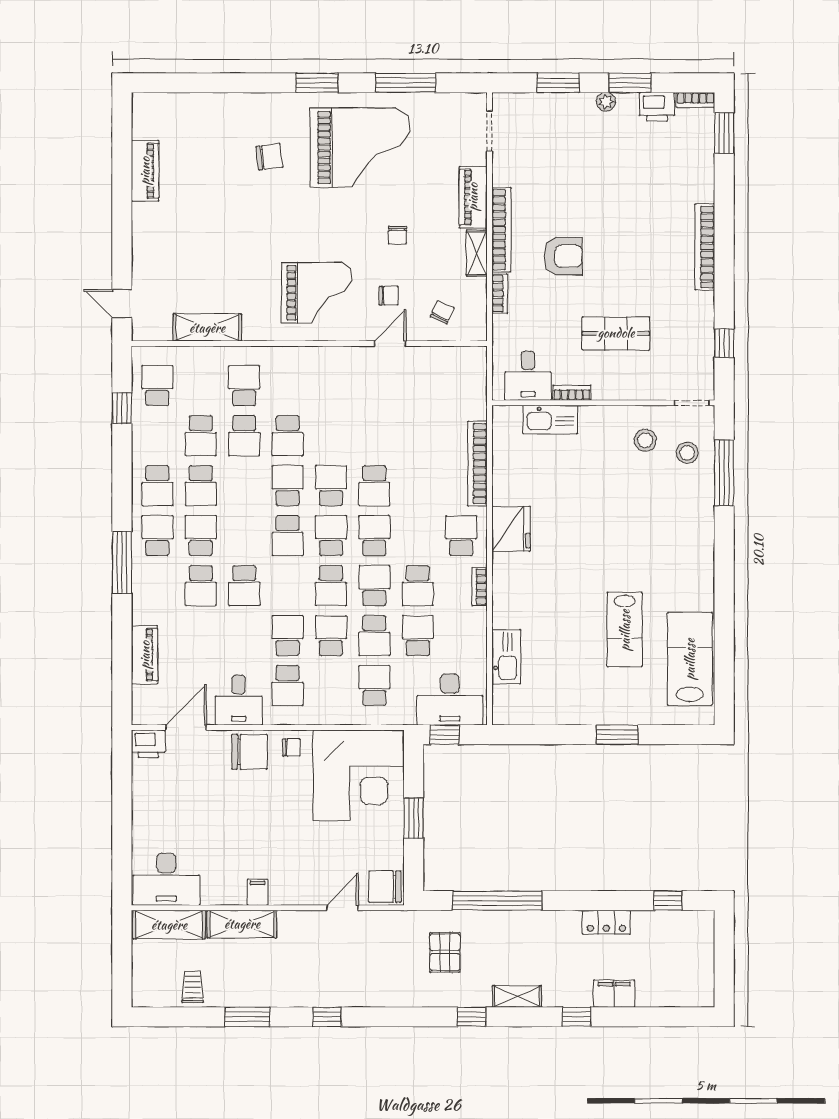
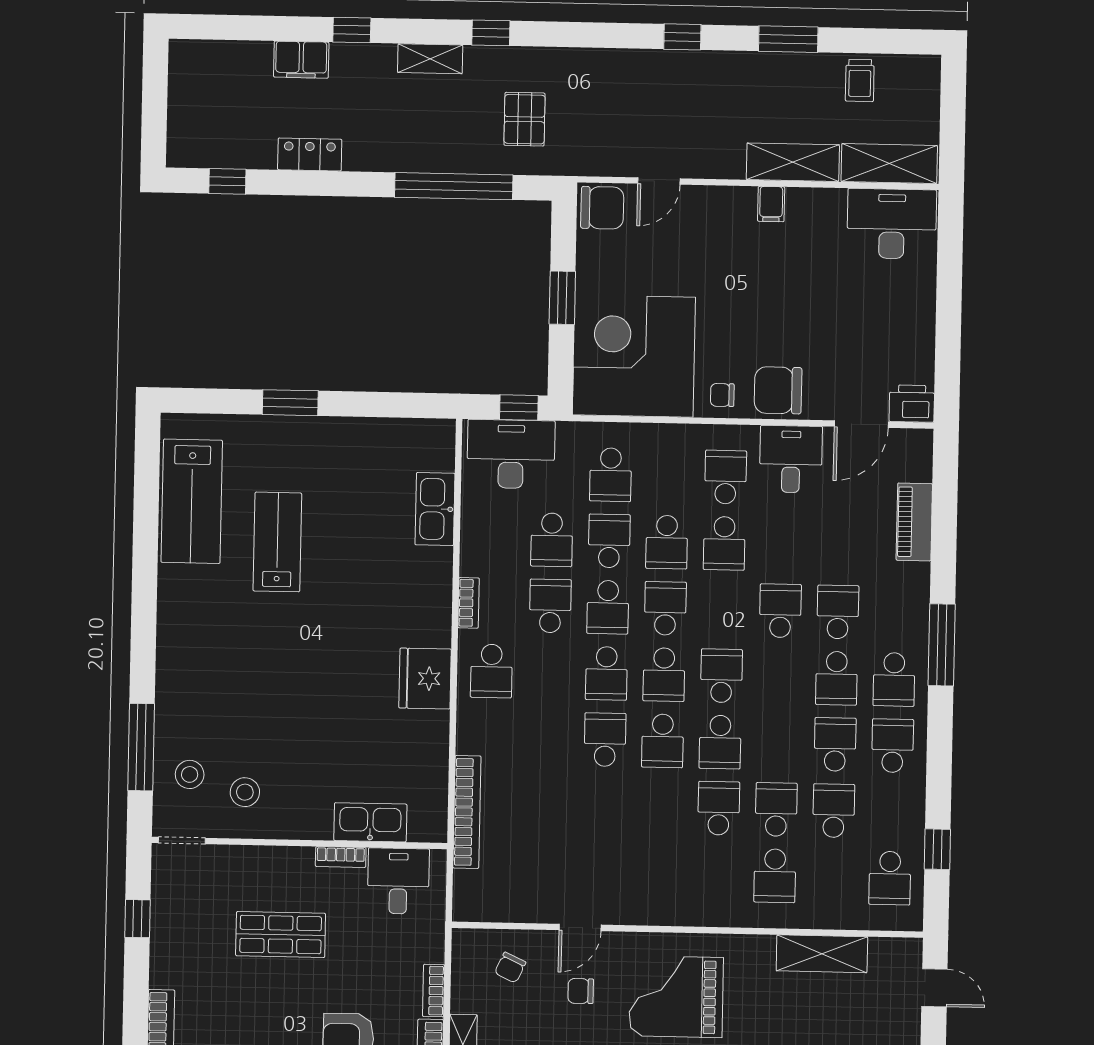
bookcase: (477, 464) -> (467, 812), moved

